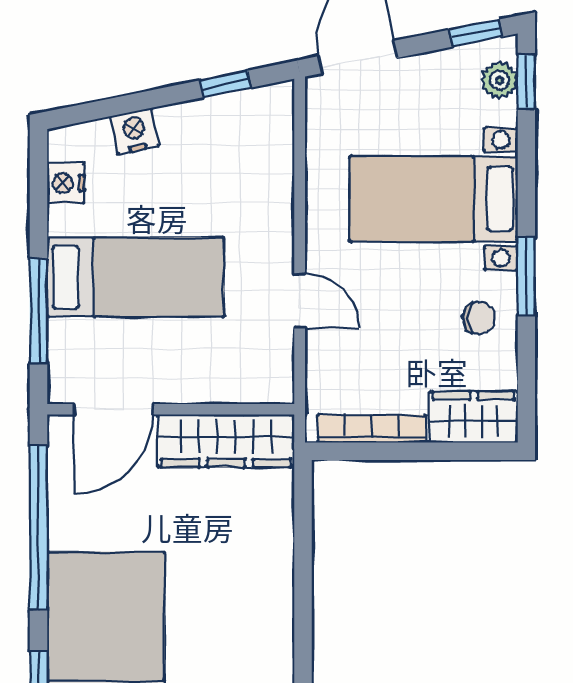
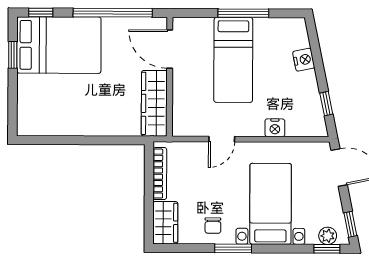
nightstand: (66, 183) -> (275, 128), moved, turned 180
window: (39, 311) -> (243, 13), moved

